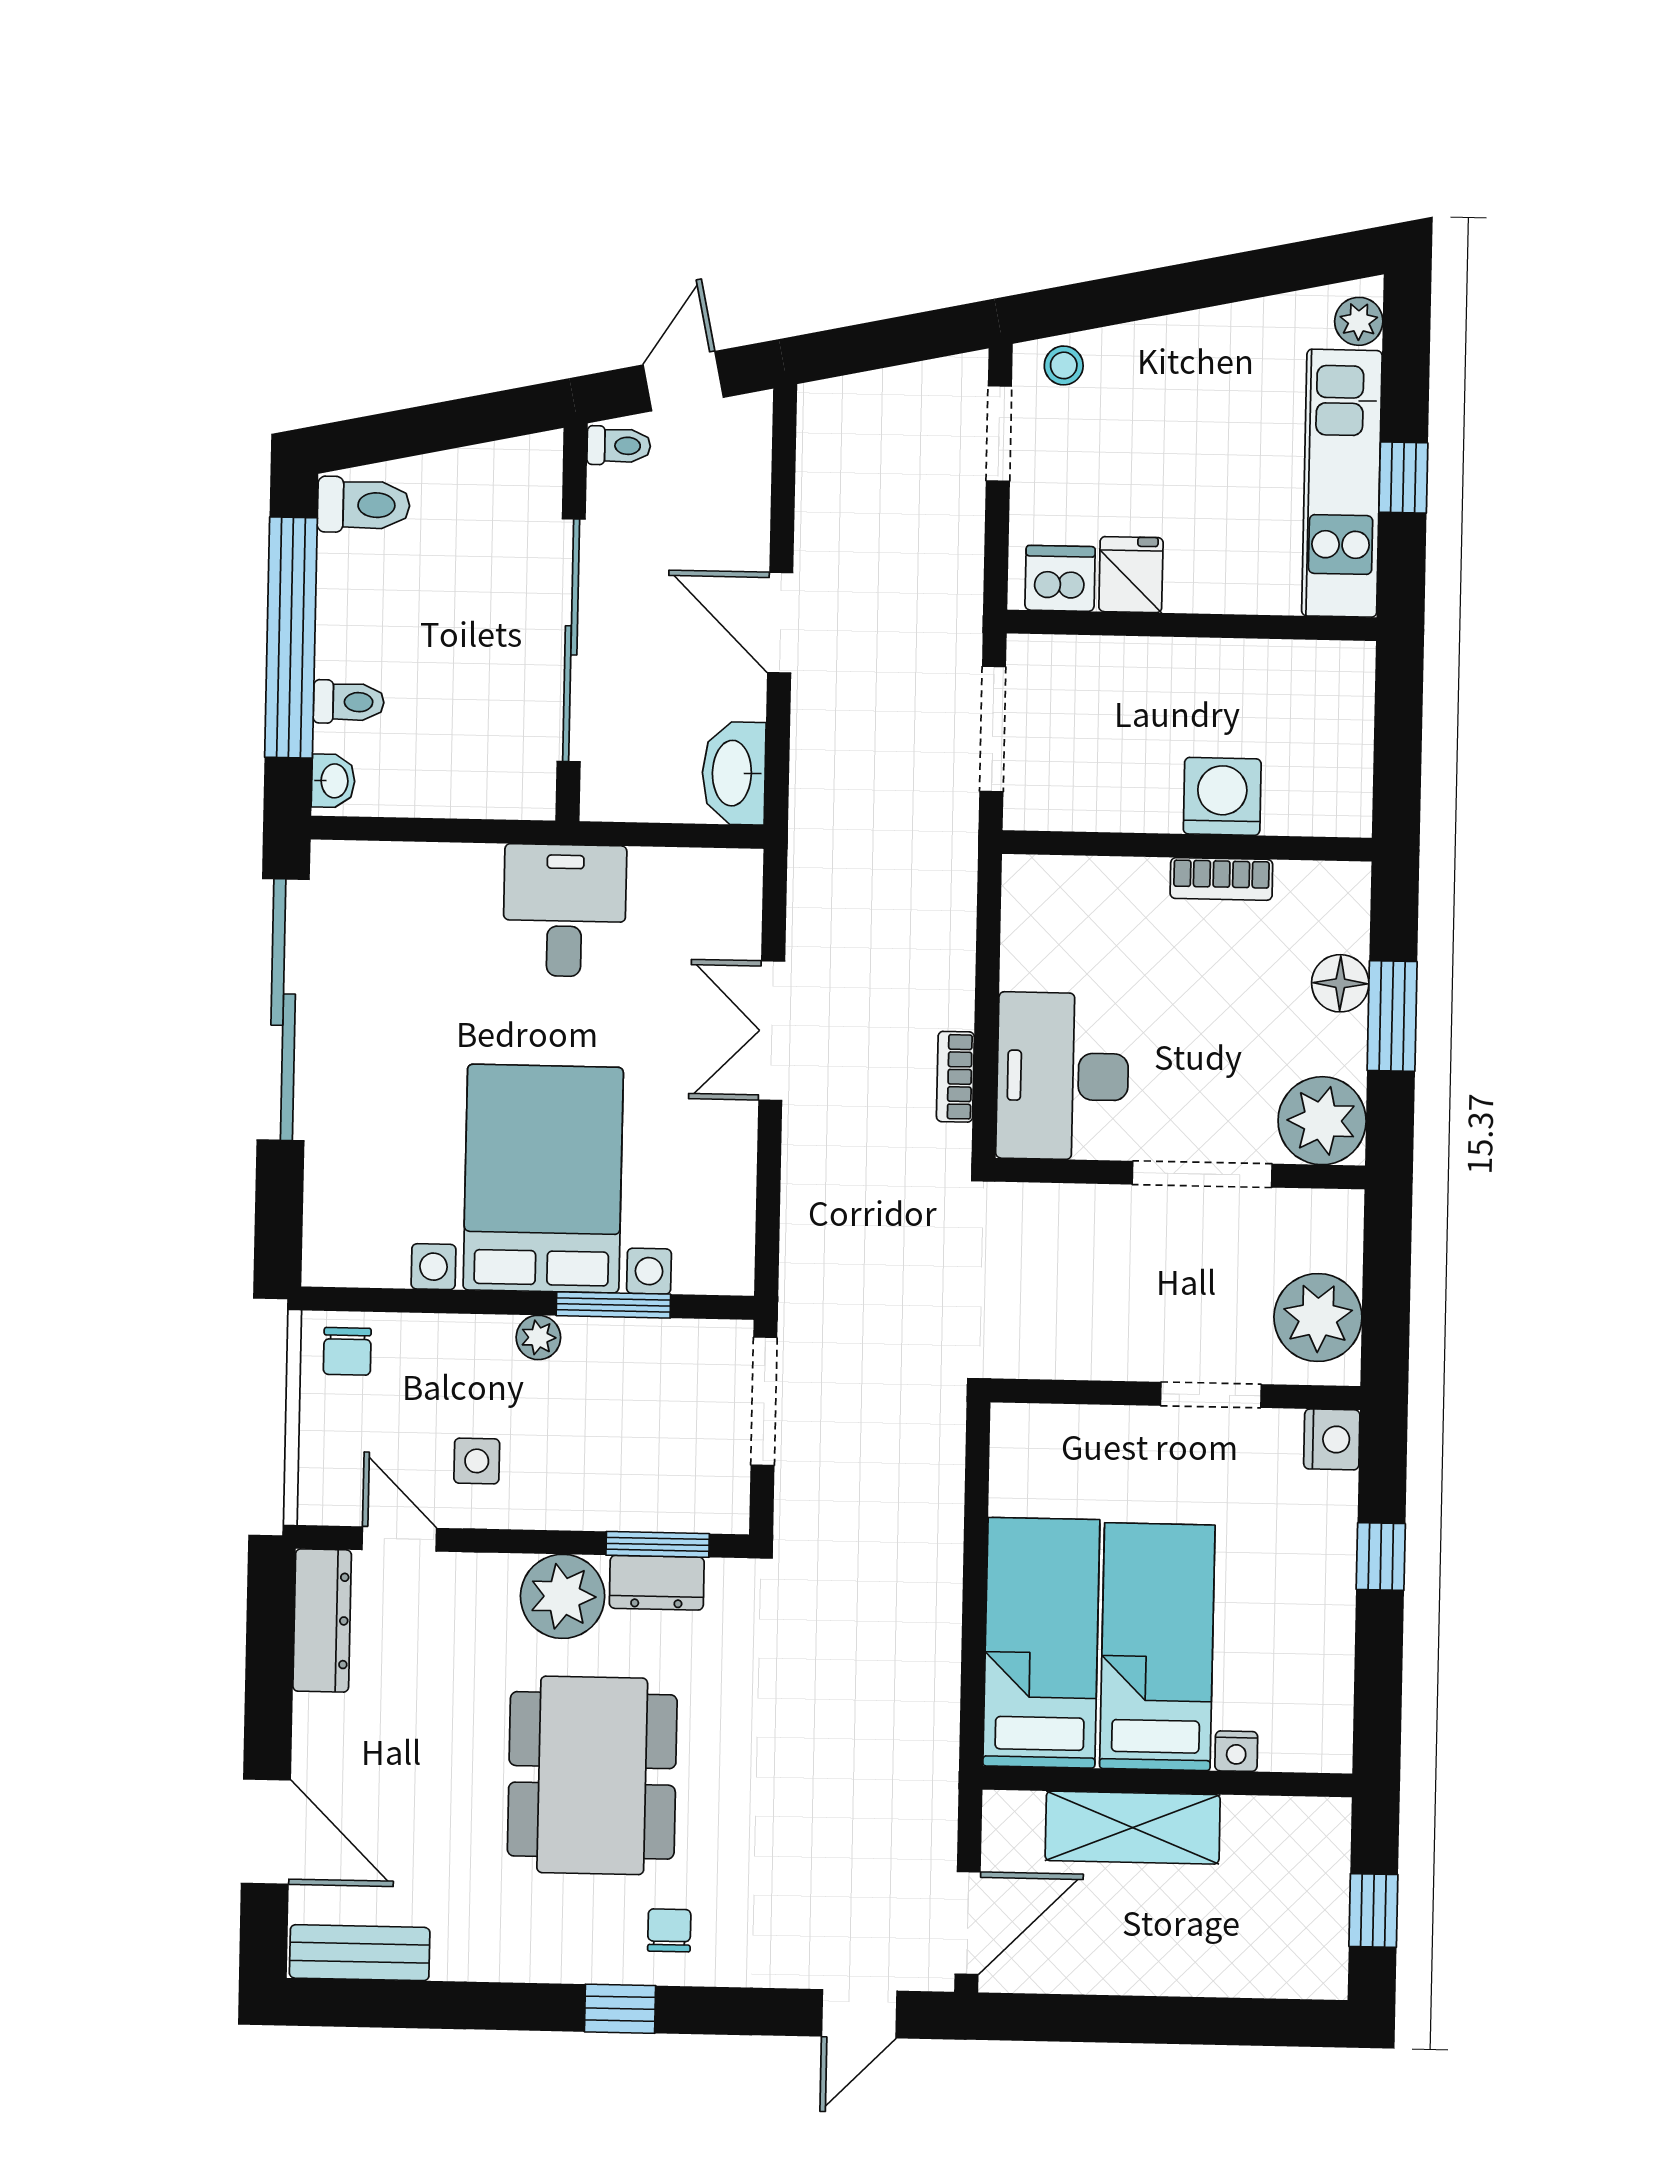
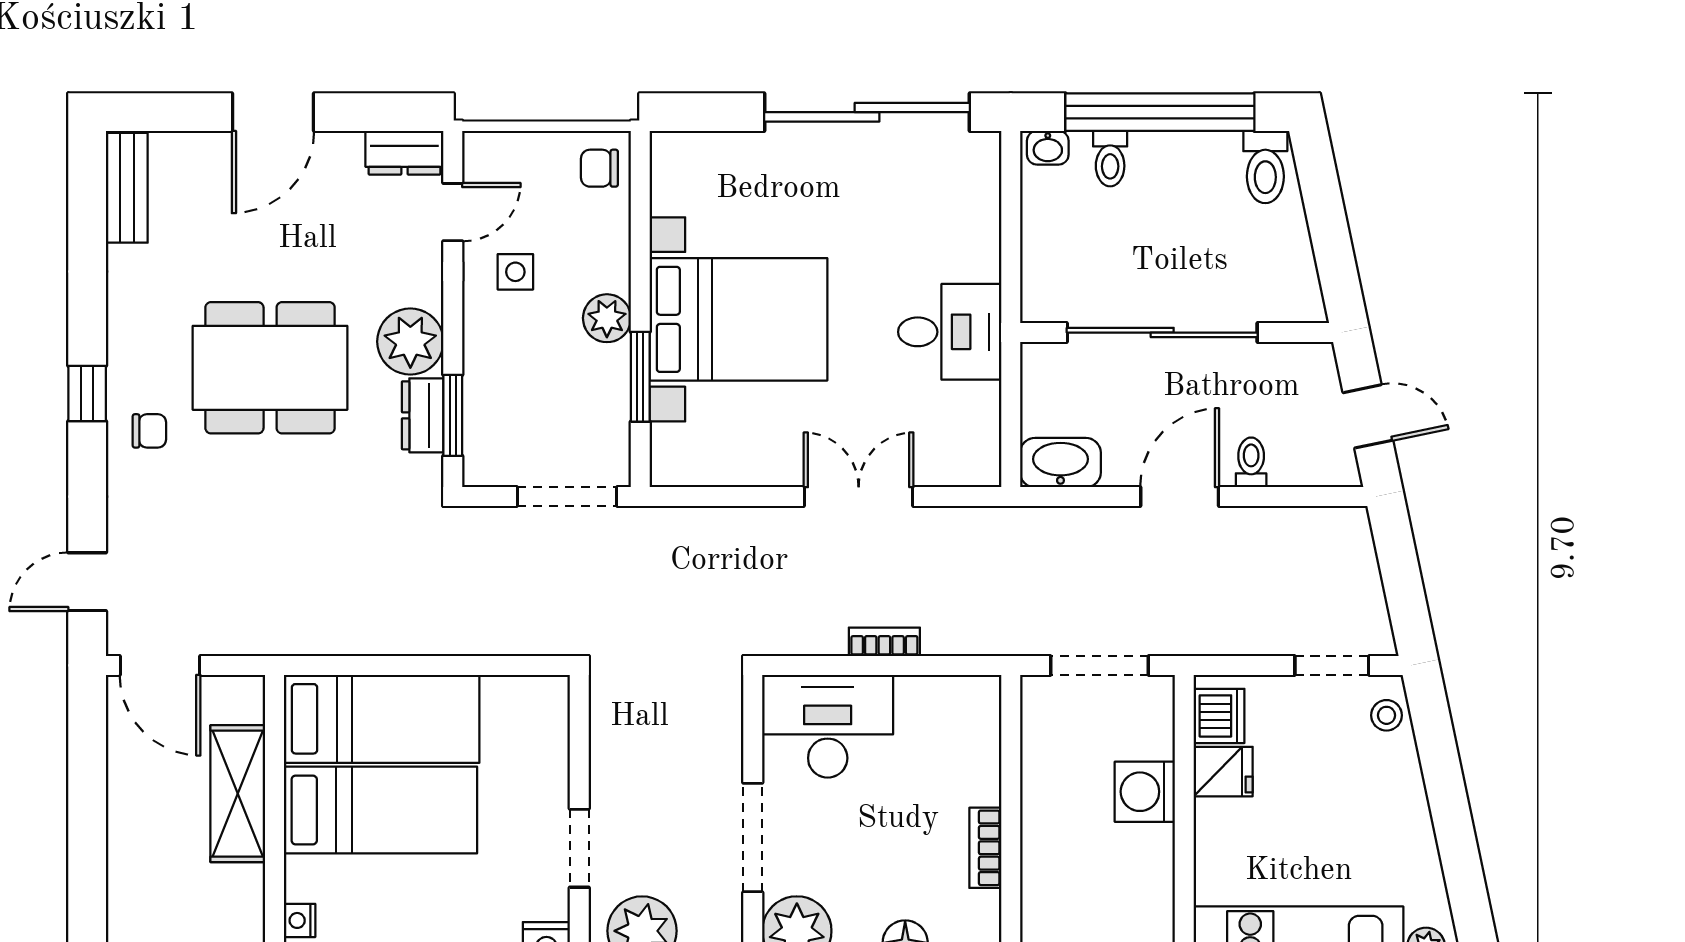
toilet: (619, 446) -> (1251, 462), moved, turned 180
washing machine: (1222, 796) -> (1145, 792), moved, turned 180
bookcase: (955, 1077) -> (884, 642), moved
plant: (538, 1337) -> (607, 318), width x1.38, depth x1.38
dresser: (322, 1620) -> (404, 153), width x0.70
nightstand: (1236, 1751) -> (300, 920), moved
door: (266, 1832) -> (273, 112), moved
door: (859, 2014) -> (87, 582), hinge flipped

